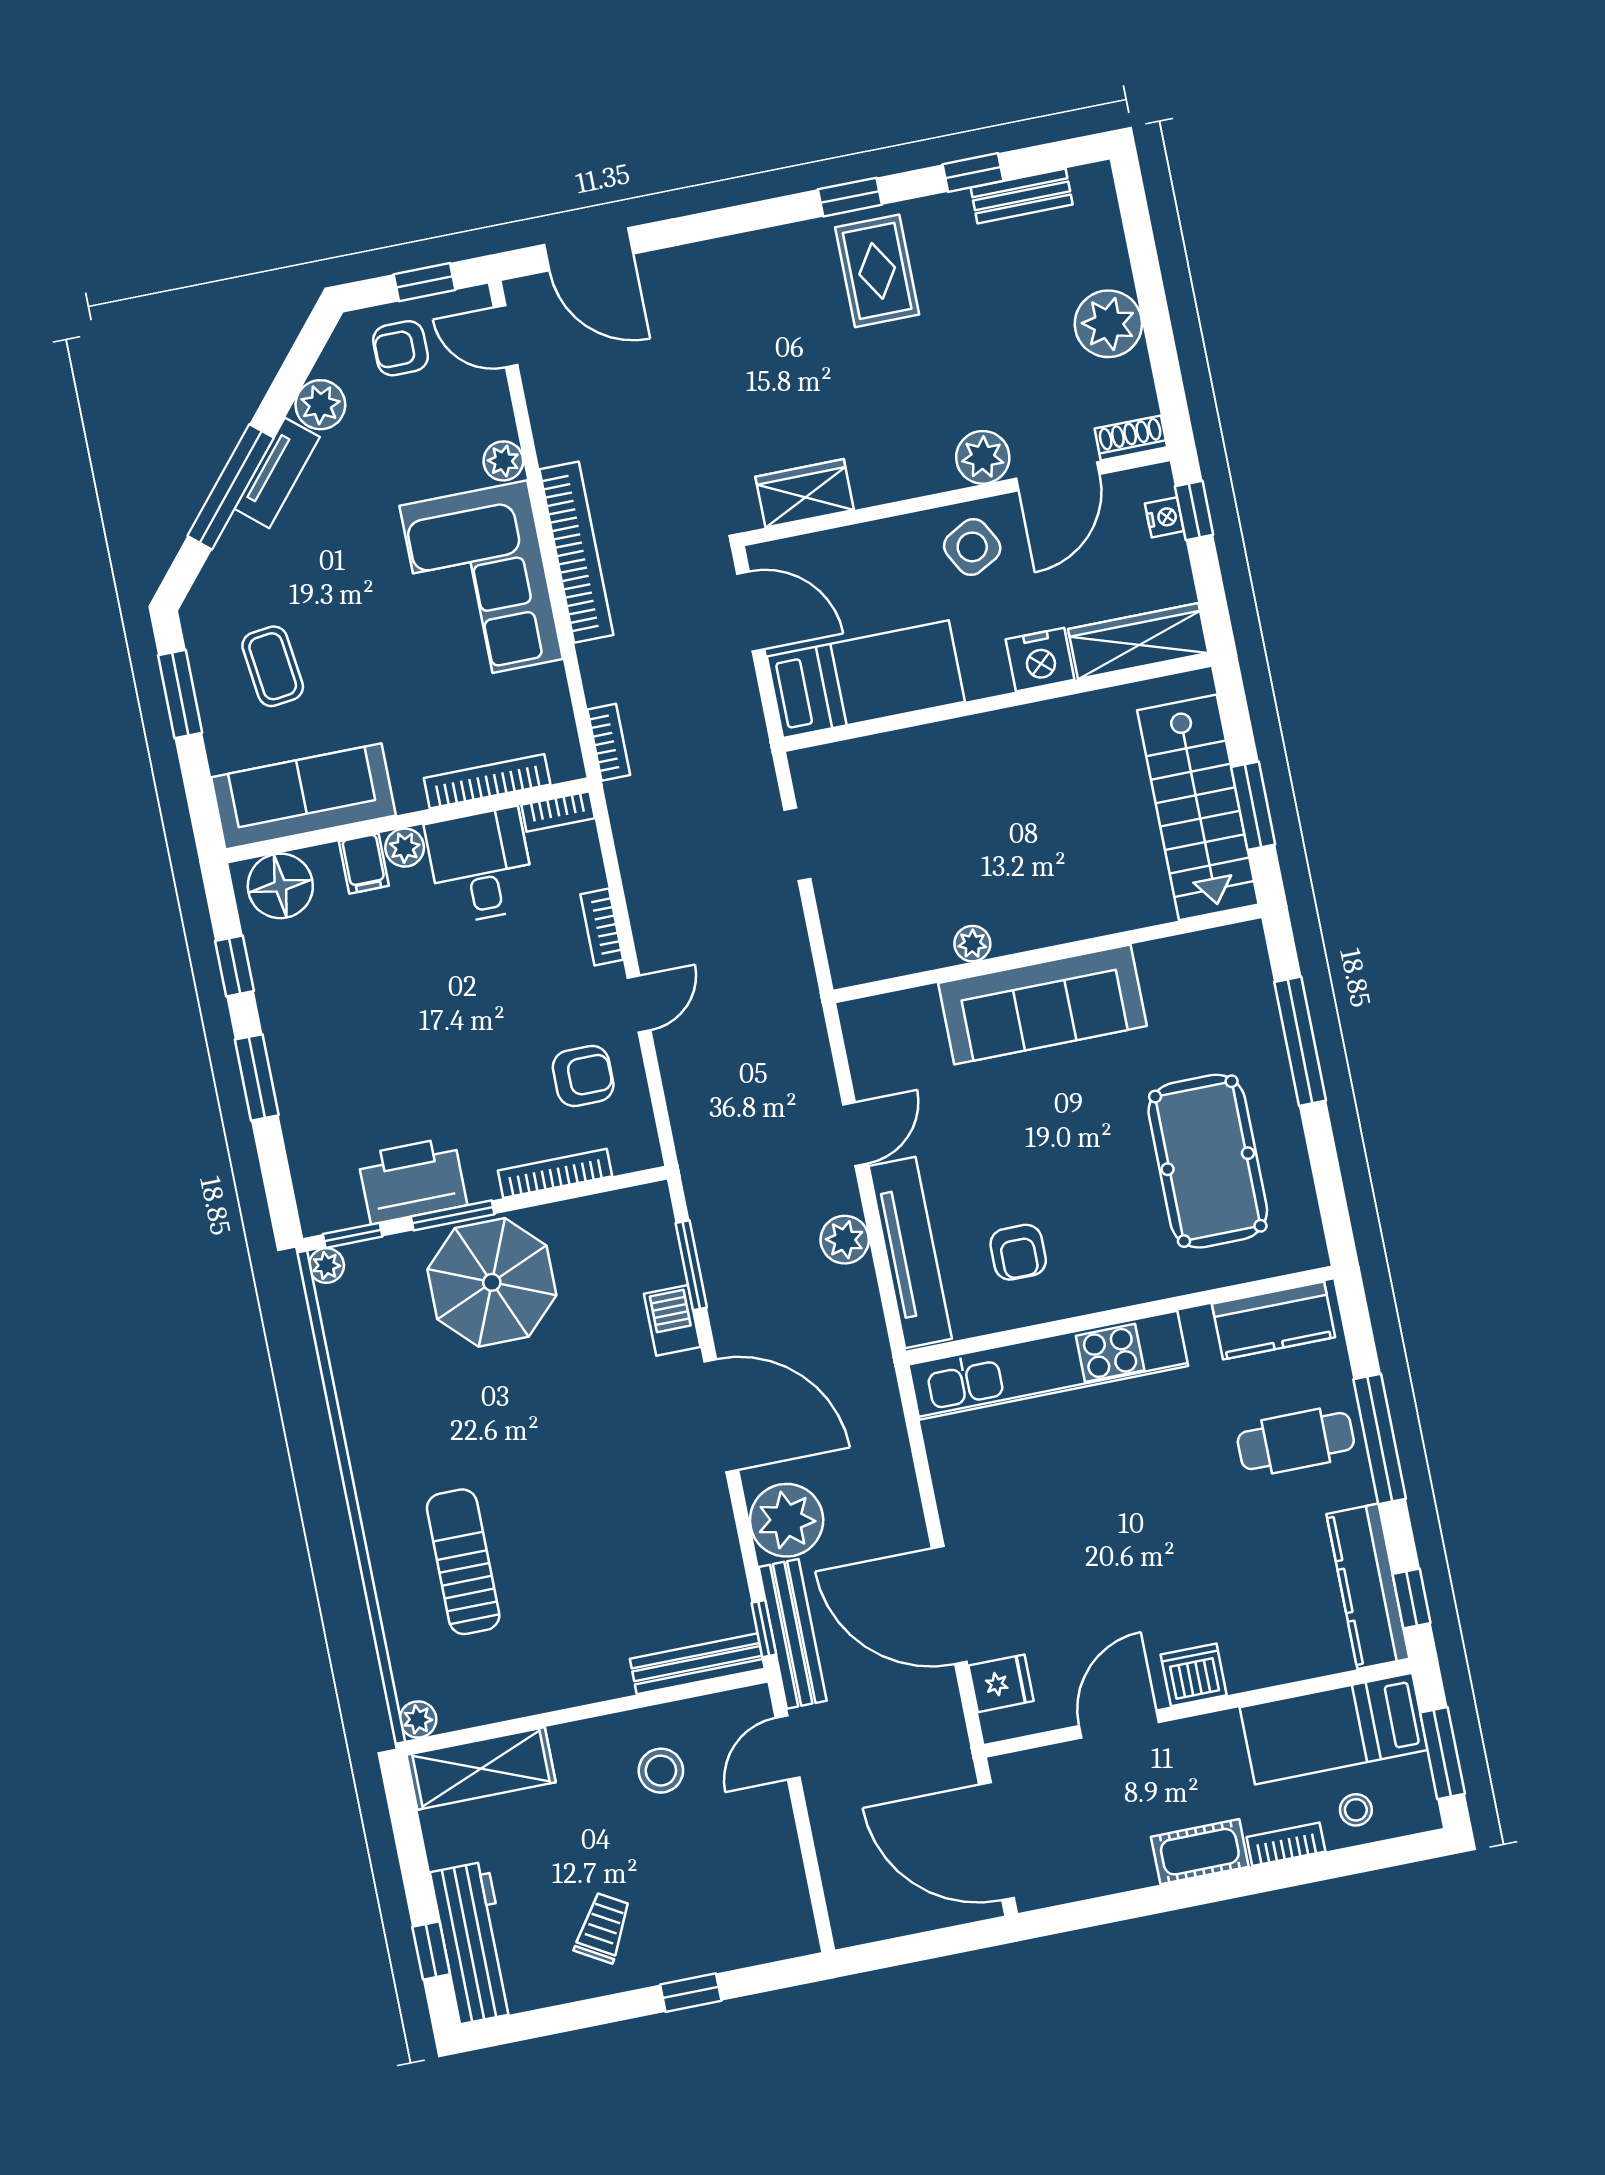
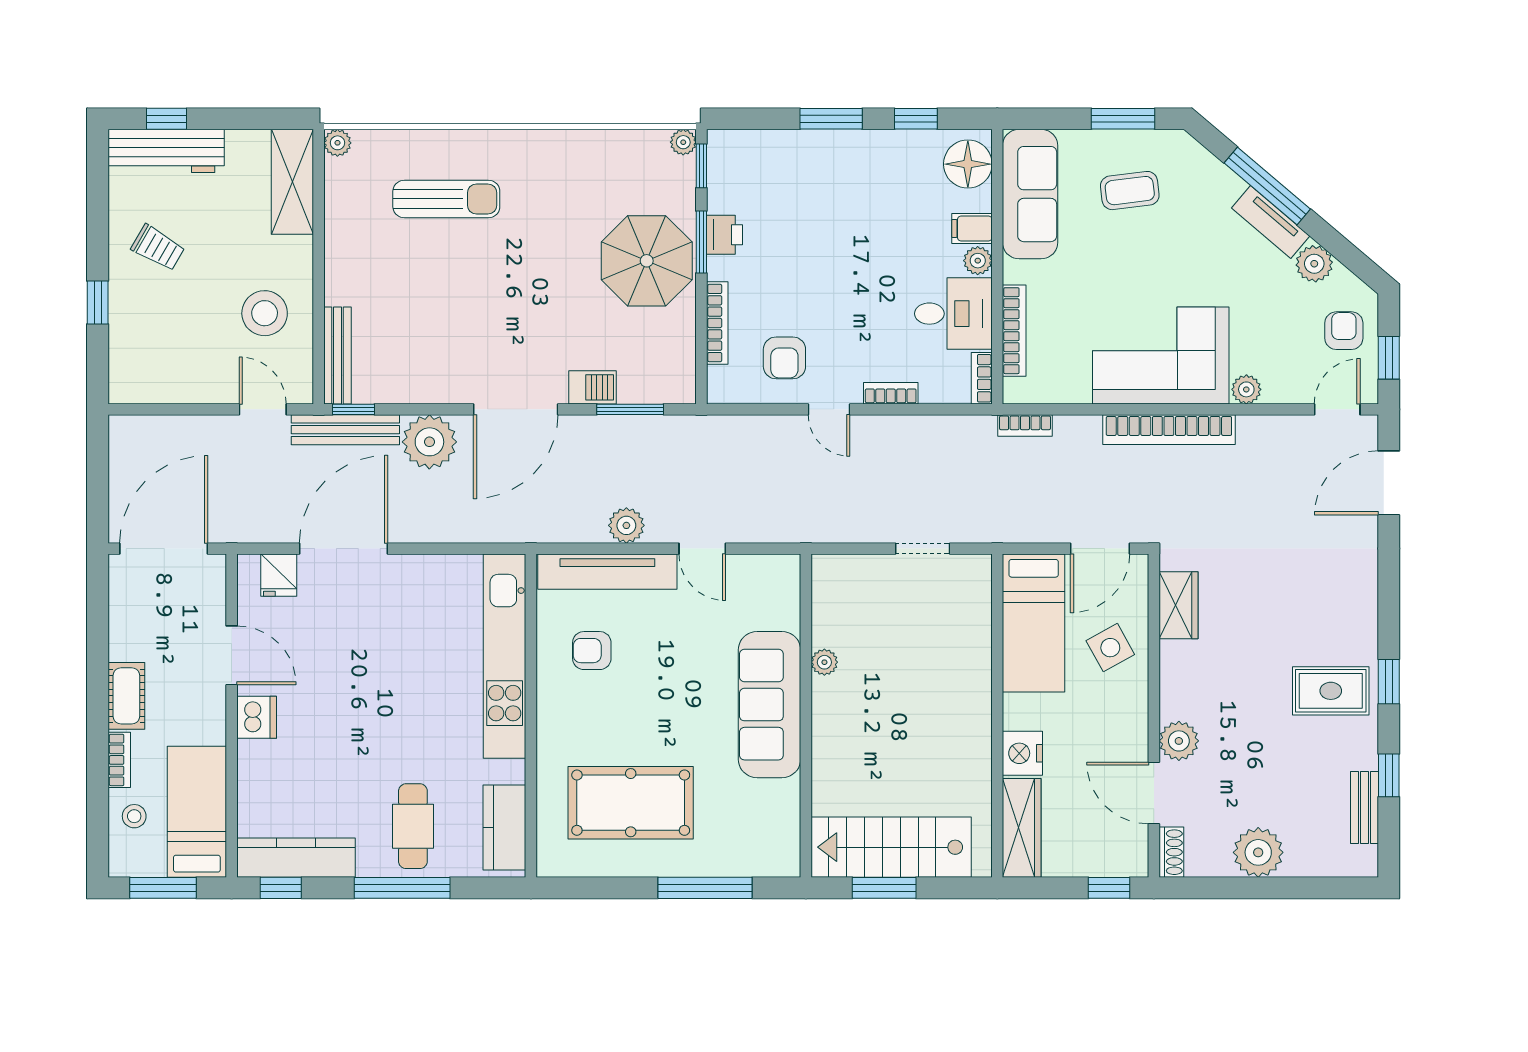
nightstand: (1164, 517) -> (1108, 865), removed
side table: (972, 547) -> (1110, 648), moved
printer: (412, 1180) -> (724, 235), width x0.53, depth x0.68
stool: (661, 1771) -> (265, 313), width x1.38, depth x1.38

